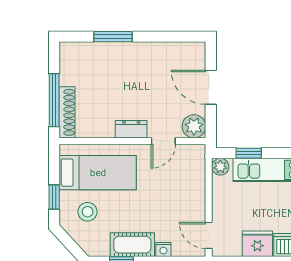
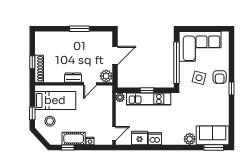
window: (113, 37) -> (79, 29), moved
door: (211, 87) -> (115, 55), swing flipped
window: (54, 100) -> (32, 62), width x0.46
window: (249, 153) -> (147, 90), moved
door: (209, 235) -> (114, 134), swing flipped

